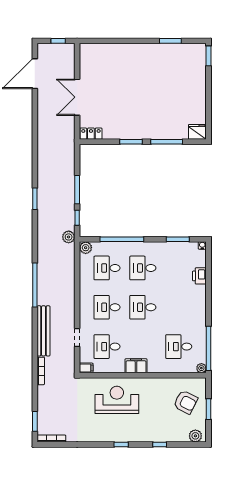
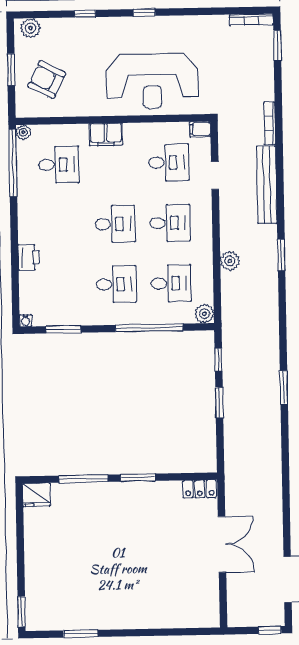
window: (58, 41) -> (270, 630), moved
window: (77, 190) -> (219, 403), width x0.69
plant: (69, 237) -> (230, 261), moved
printer: (199, 276) -> (29, 257), moved
window: (35, 285) -> (281, 255), width x0.47
filing cabinet: (136, 366) -> (106, 134), moved
reception desk: (117, 400) -> (152, 81), width x1.36, depth x1.30

